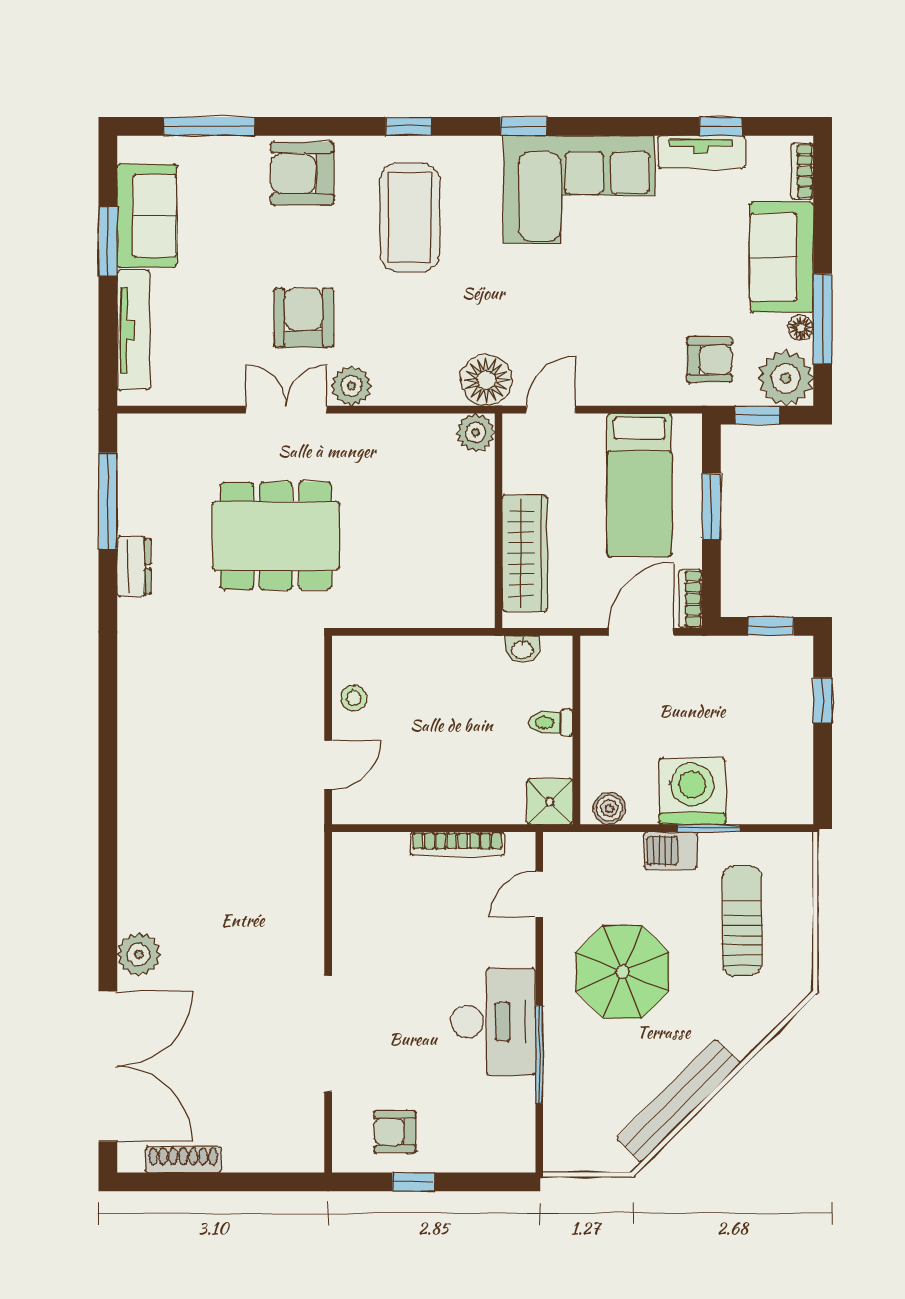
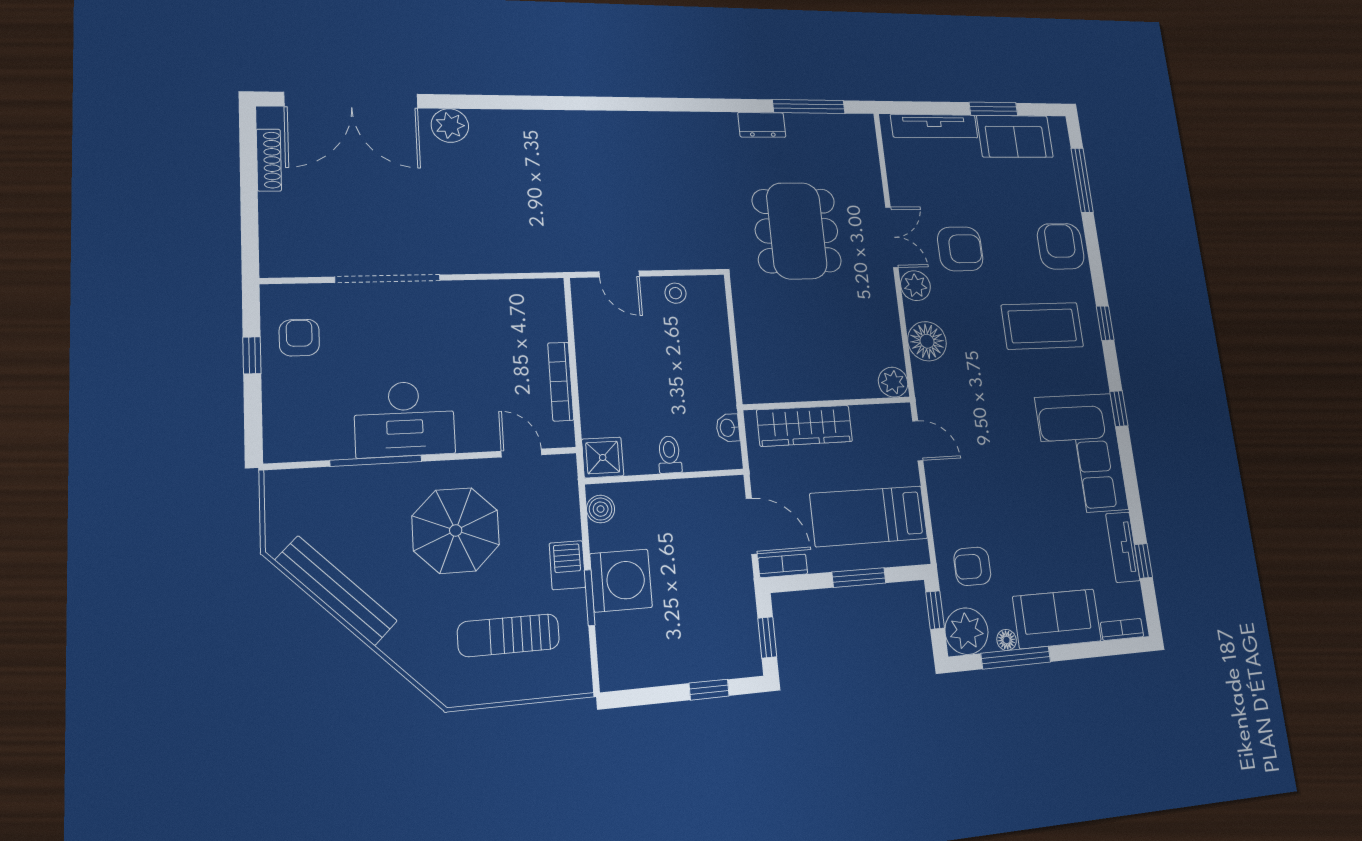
armchair: (709, 360) -> (972, 566), turned 90
floor lamp: (486, 380) -> (927, 341), moved
sun lounger: (742, 921) -> (509, 635), turned 180

